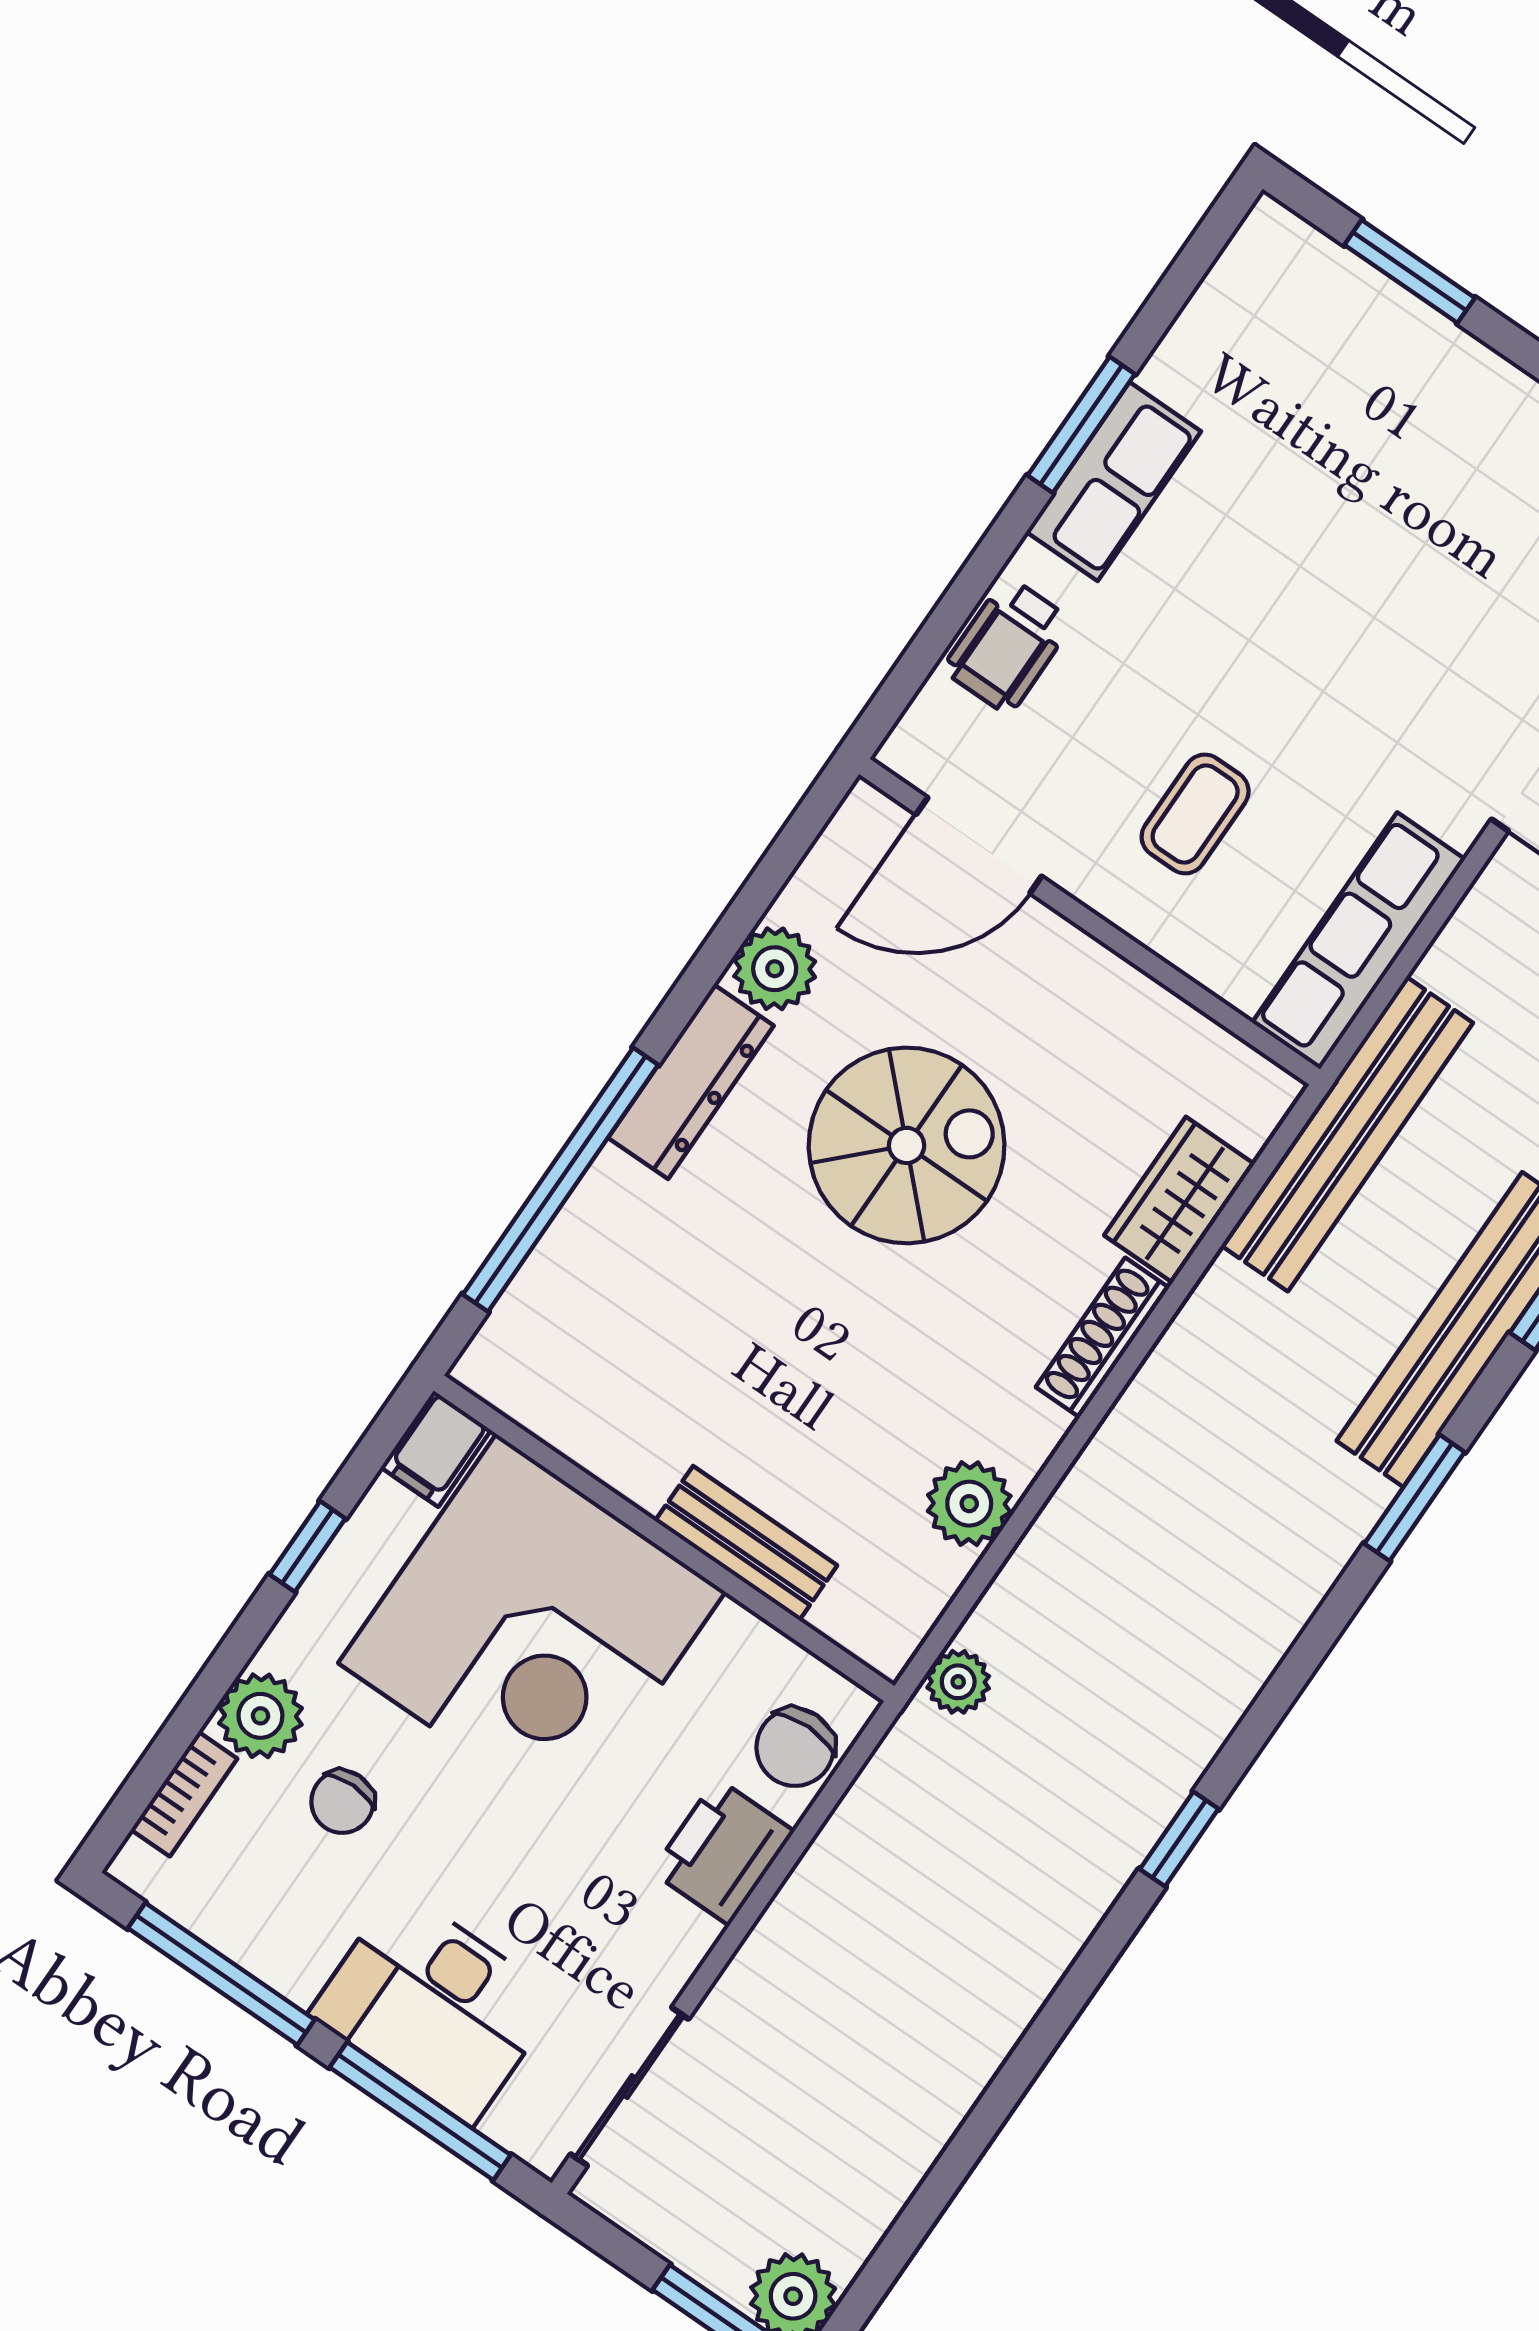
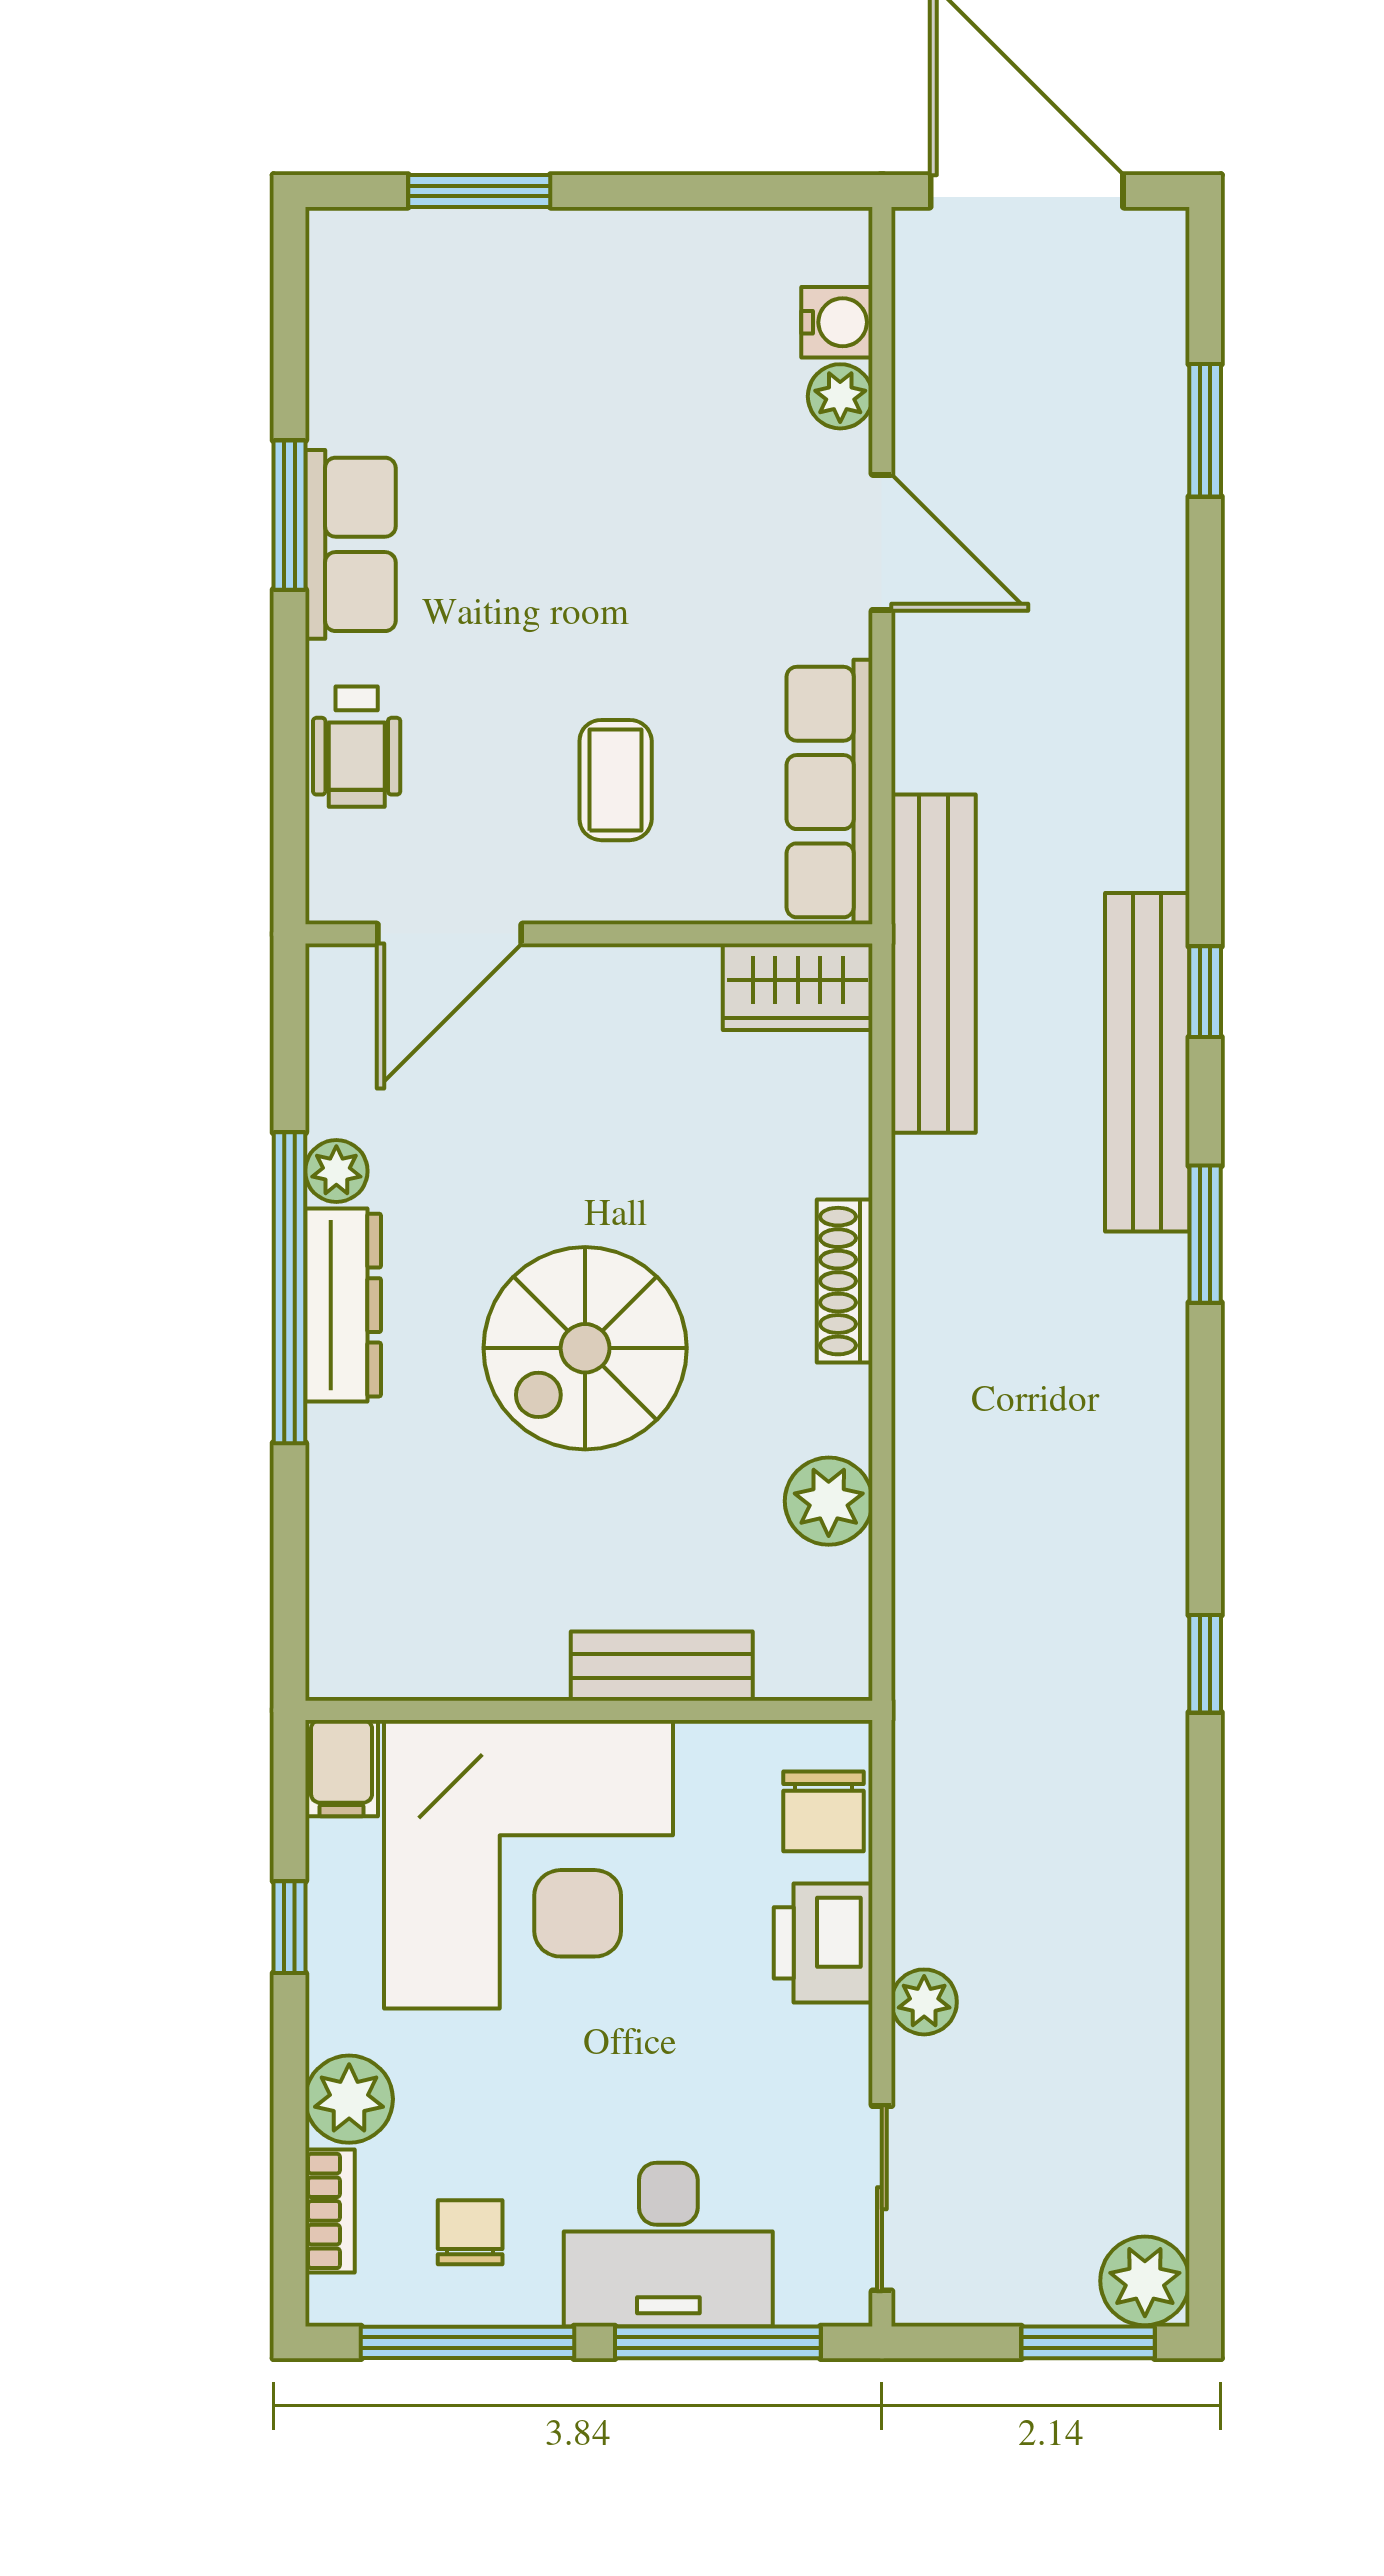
plant: (775, 969) -> (336, 1171), width x0.73, depth x0.73
spiral stairs: (907, 1145) -> (585, 1348), moved, turned 180
window: (561, 1180) -> (289, 1288), moved
wardrobe: (1179, 1200) -> (798, 987), moved, turned -90
plant: (958, 1682) -> (924, 2002), moved
chair: (342, 1802) -> (470, 2232), moved, turned 180

